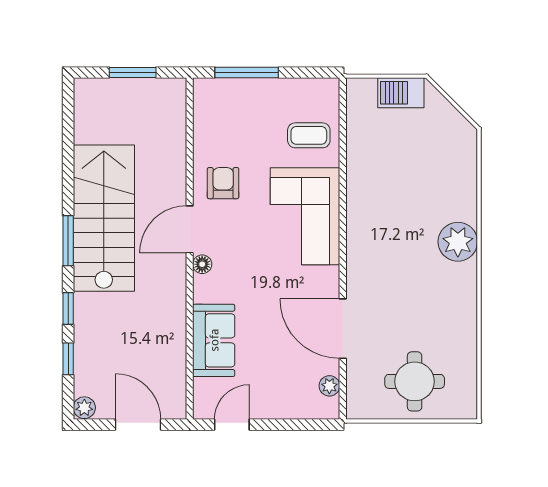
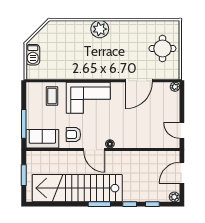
stairs: (104, 218) -> (77, 188), width x1.36
sofa: (214, 340) -> (42, 139), moved
plant: (329, 386) -> (175, 87), moved

